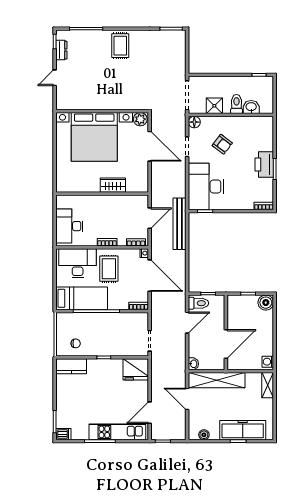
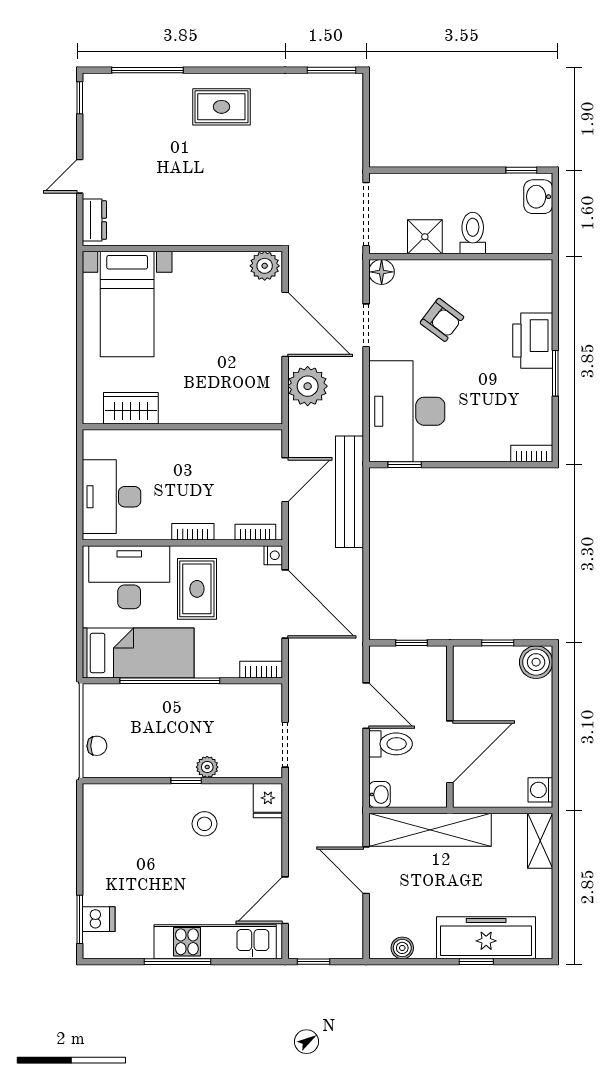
rug: (120, 46) -> (221, 107), turned 90
dresser: (61, 50) -> (94, 220), moved
washbasin: (251, 107) -> (538, 197), moved, turned -90
bed with nightstands: (94, 137) -> (127, 304), width x0.54
printer: (264, 165) -> (533, 341), moved
plant: (160, 175) -> (308, 386), added
wardrobe: (113, 185) -> (131, 408), moved
toilet: (198, 303) -> (391, 744), moved
door: (187, 323) -> (366, 706), hinge flipped
chair: (76, 343) -> (97, 746), moved
plant: (114, 351) -> (207, 767), added
kitchen counter: (71, 366) -> (115, 800), removed
fridge: (136, 369) -> (268, 801), width x0.53, depth x0.75
stool: (112, 377) -> (204, 824), added
dishwasher: (63, 434) -> (99, 919), moved

